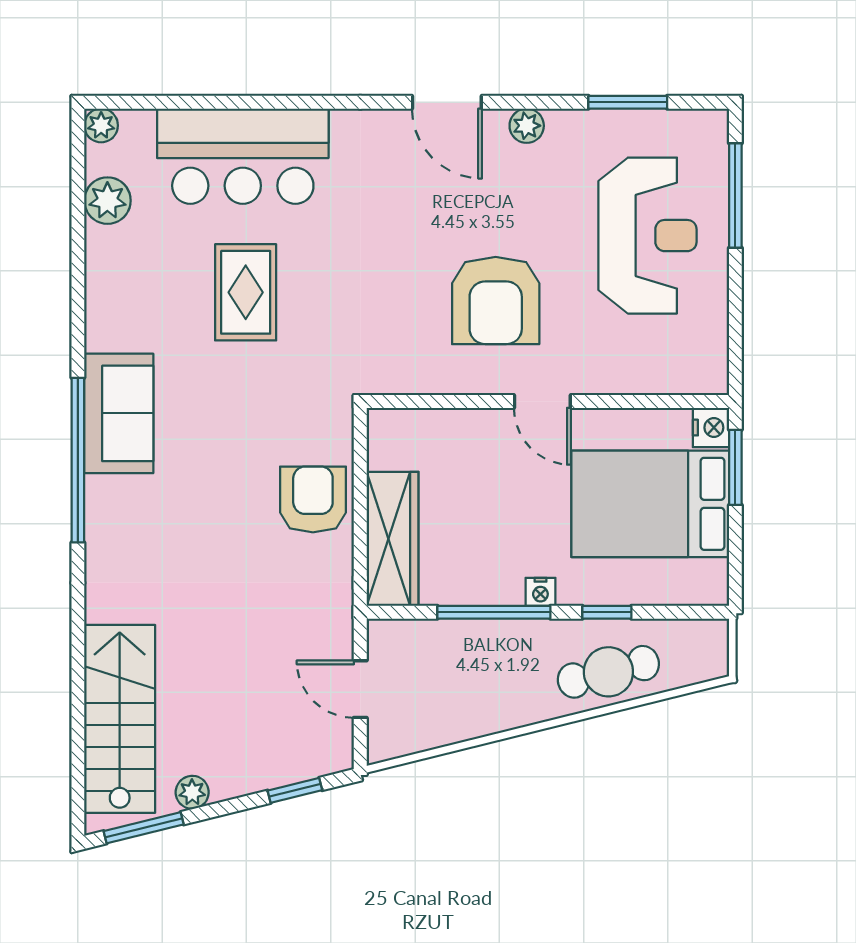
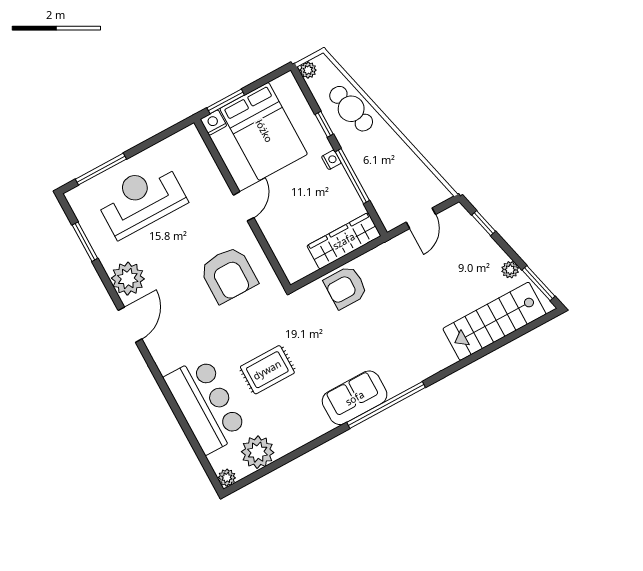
plant: (527, 126) -> (128, 279), width x1.88, depth x1.88
plant: (107, 201) -> (258, 452), width x1.36, depth x1.36
armchair: (496, 301) -> (228, 275), moved, turned 90
plant: (713, 635) -> (308, 70), added

